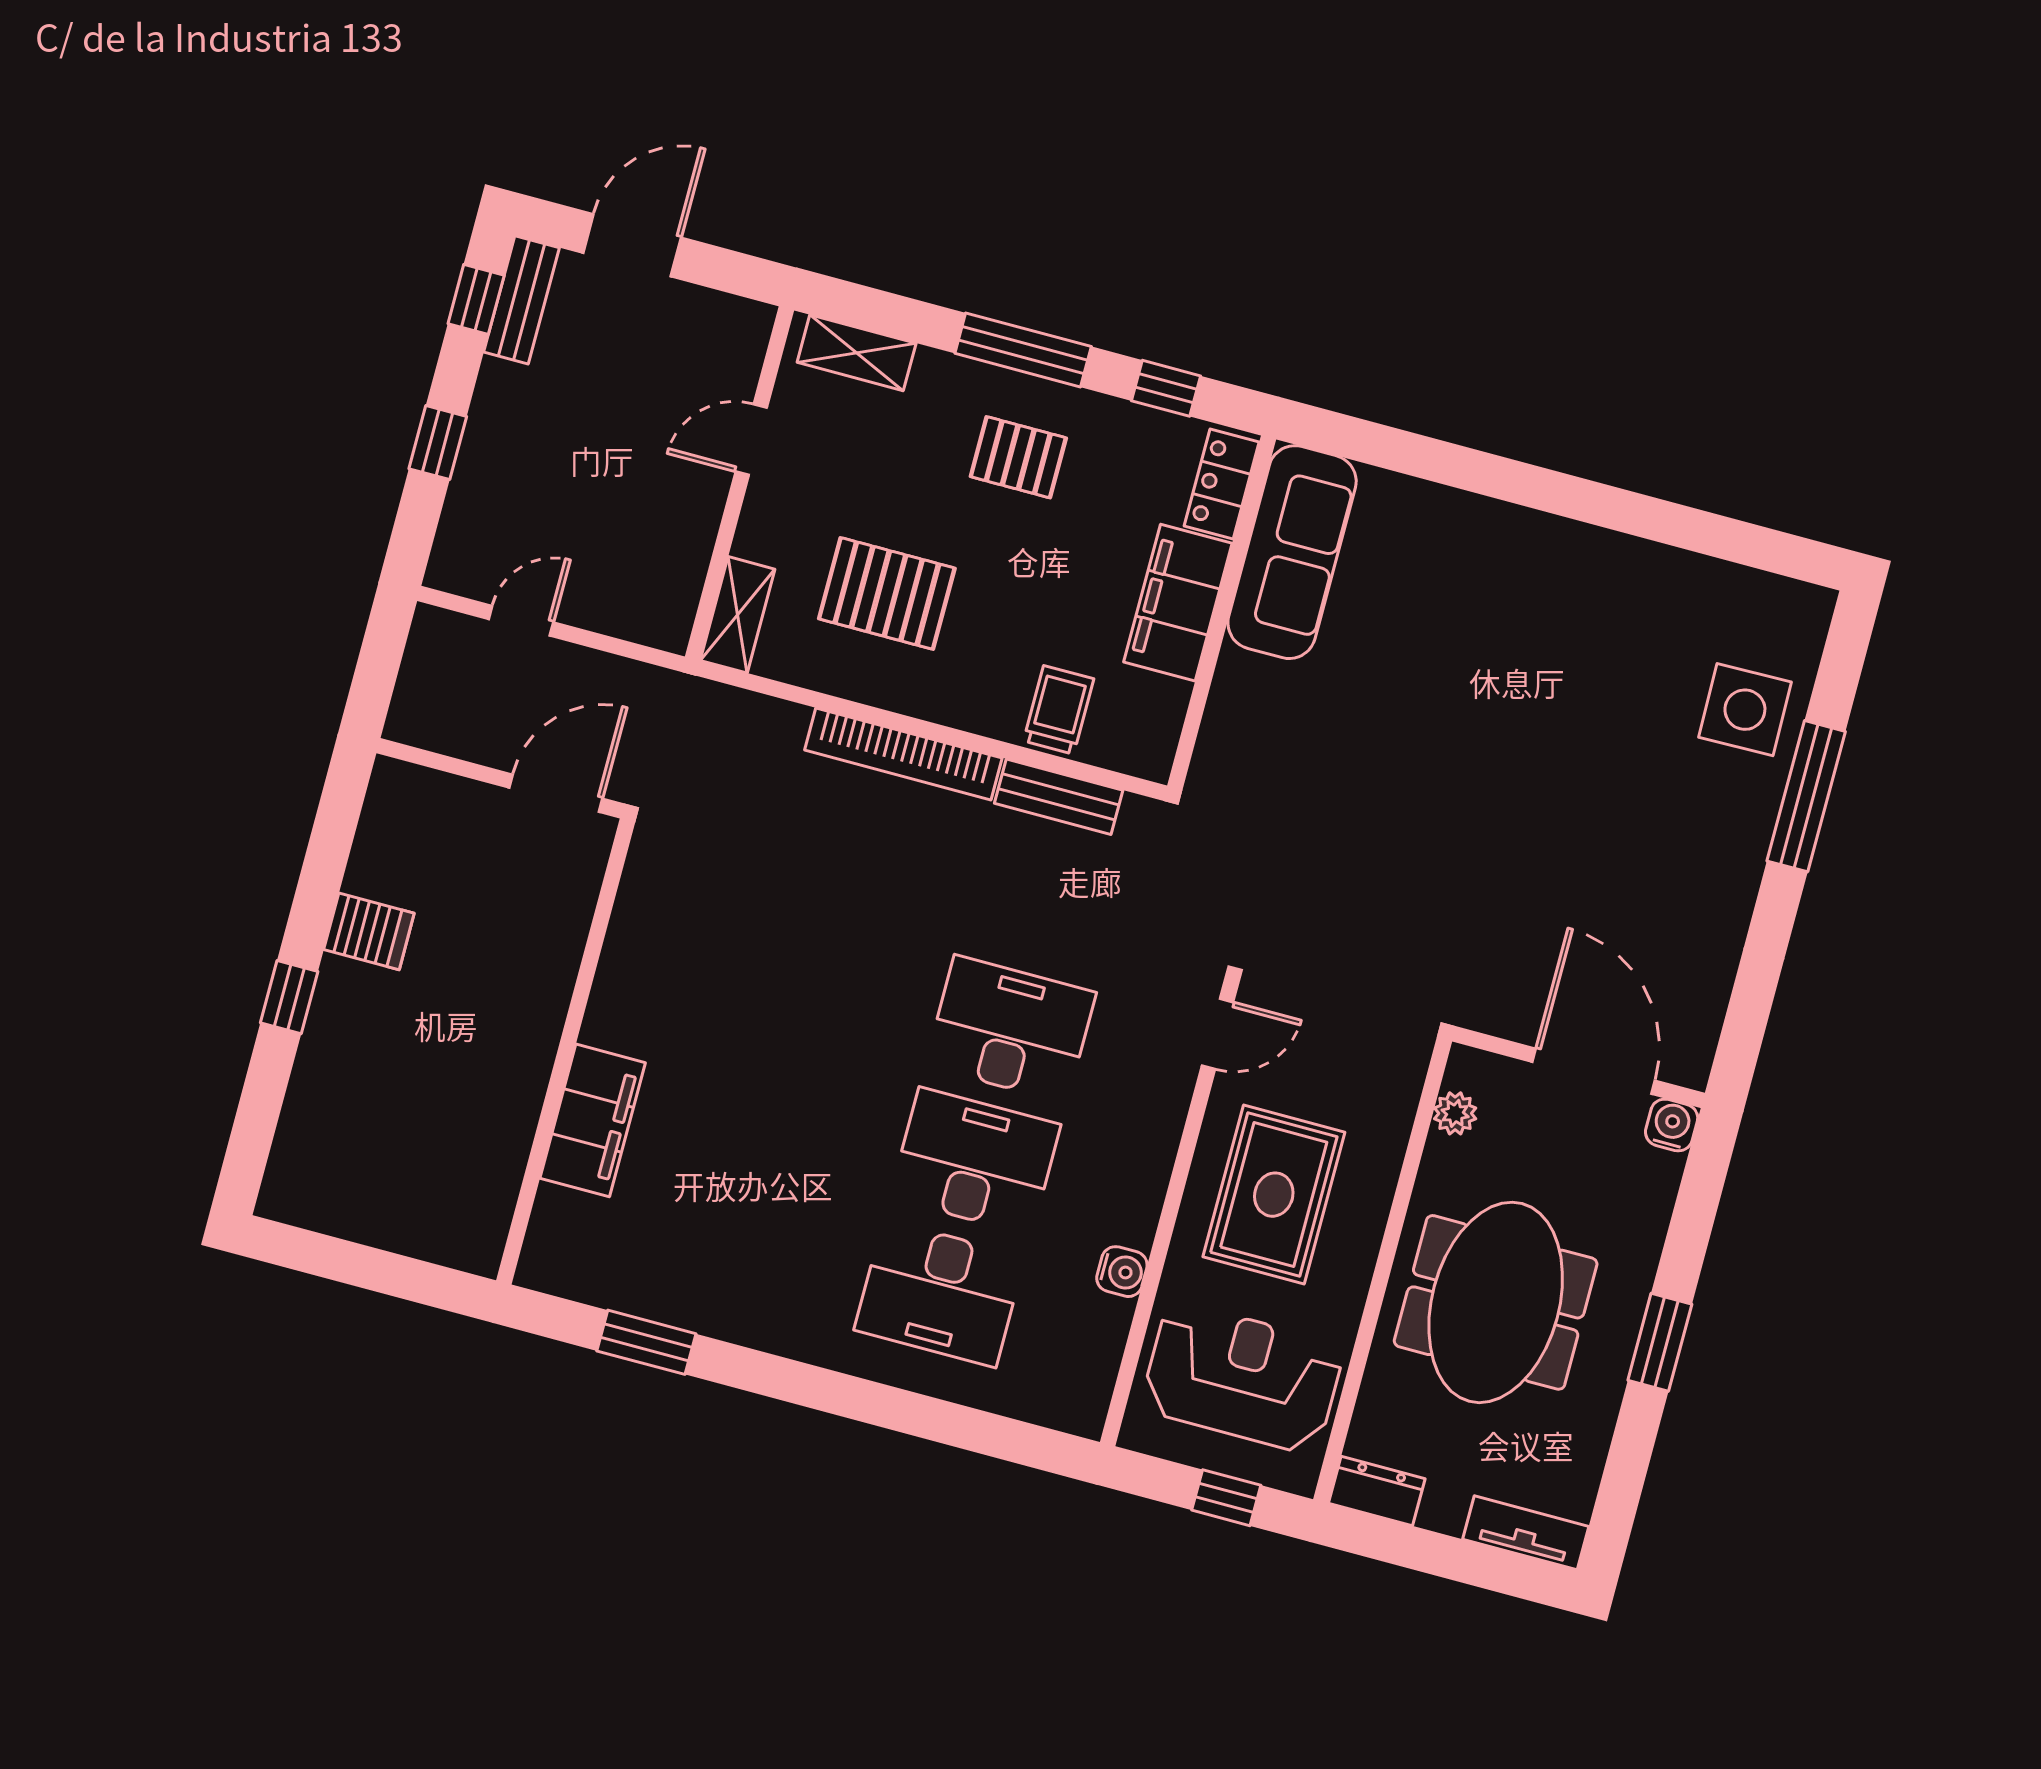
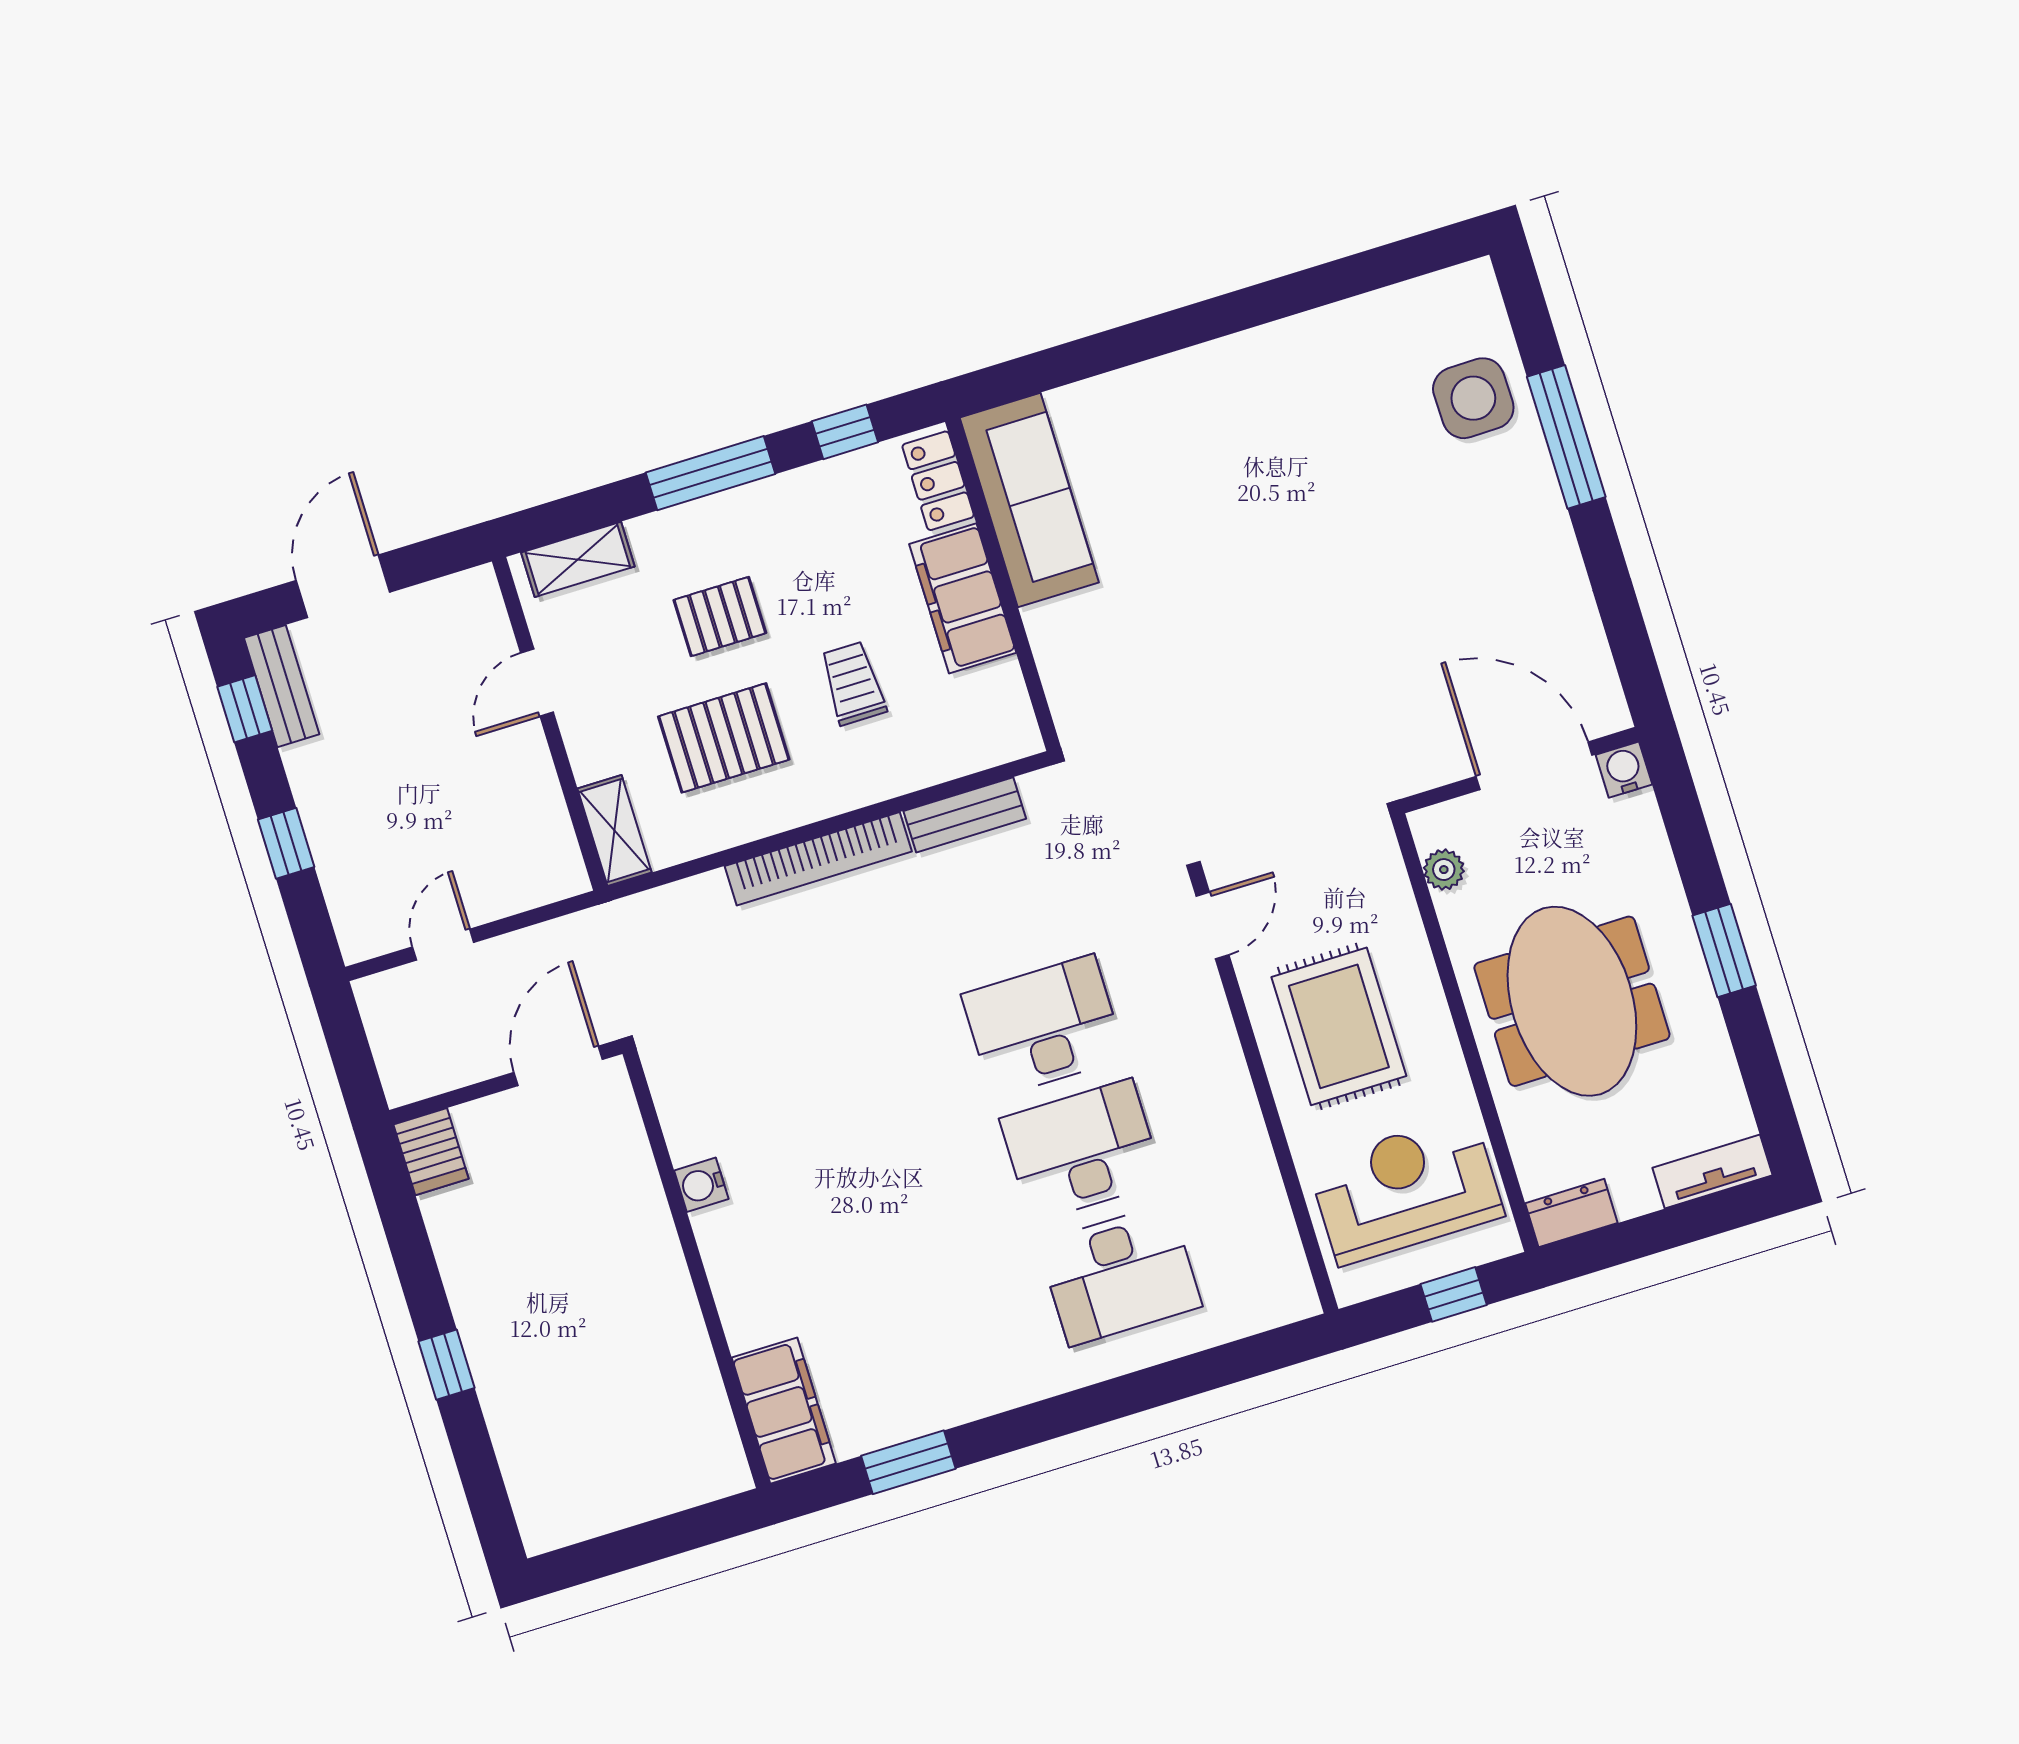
pallet: (1018, 457) -> (720, 617), moved
trolley: (1059, 710) -> (853, 683), moved
server rack: (369, 931) -> (431, 1152), moved, turned 90
filing cabinet: (593, 1120) -> (784, 1411), moved
water cooler: (1122, 1272) -> (701, 1185), moved, turned 180

